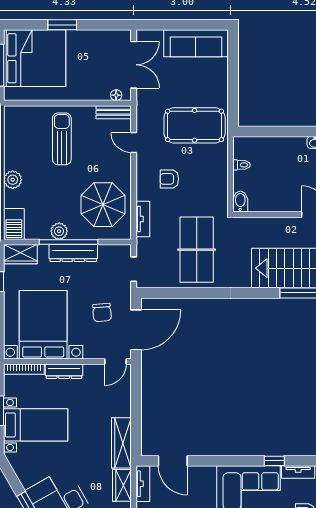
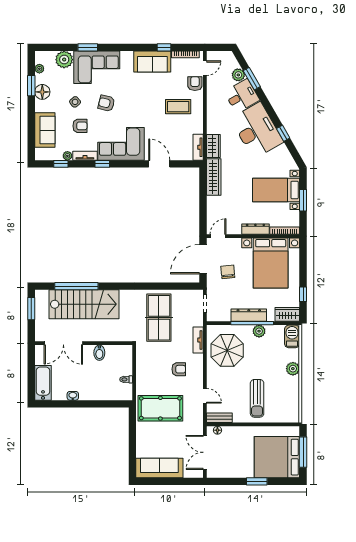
bidet: (240, 202) -> (99, 353), moved
door: (173, 461) -> (159, 164), moved

